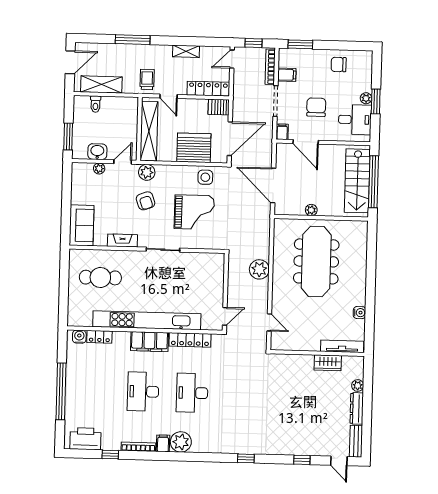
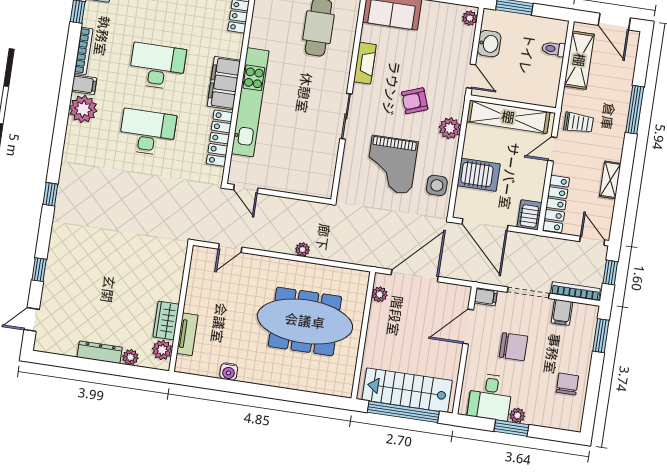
server rack: (194, 148) -> (479, 175), width x0.62
plant: (99, 169) -> (470, 18), moved
plant: (147, 172) -> (450, 128), moved
plant: (311, 210) -> (380, 294), moved
plant: (259, 269) -> (303, 249), width x0.53, depth x0.53
kitchen unit: (147, 320) -> (250, 102), width x0.73
tv unit: (342, 346) -> (187, 334), width x0.71
plant: (350, 363) -> (162, 350), added
bench: (356, 441) -> (55, 346), removed

